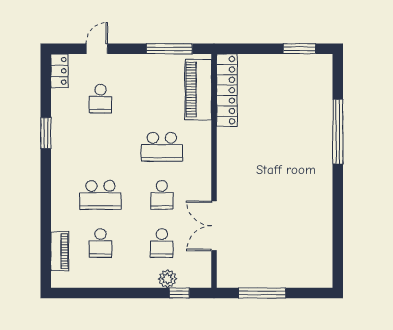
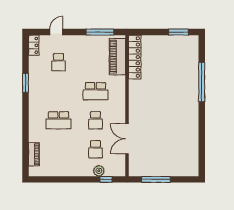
school desk: (101, 243) -> (58, 149), removed

